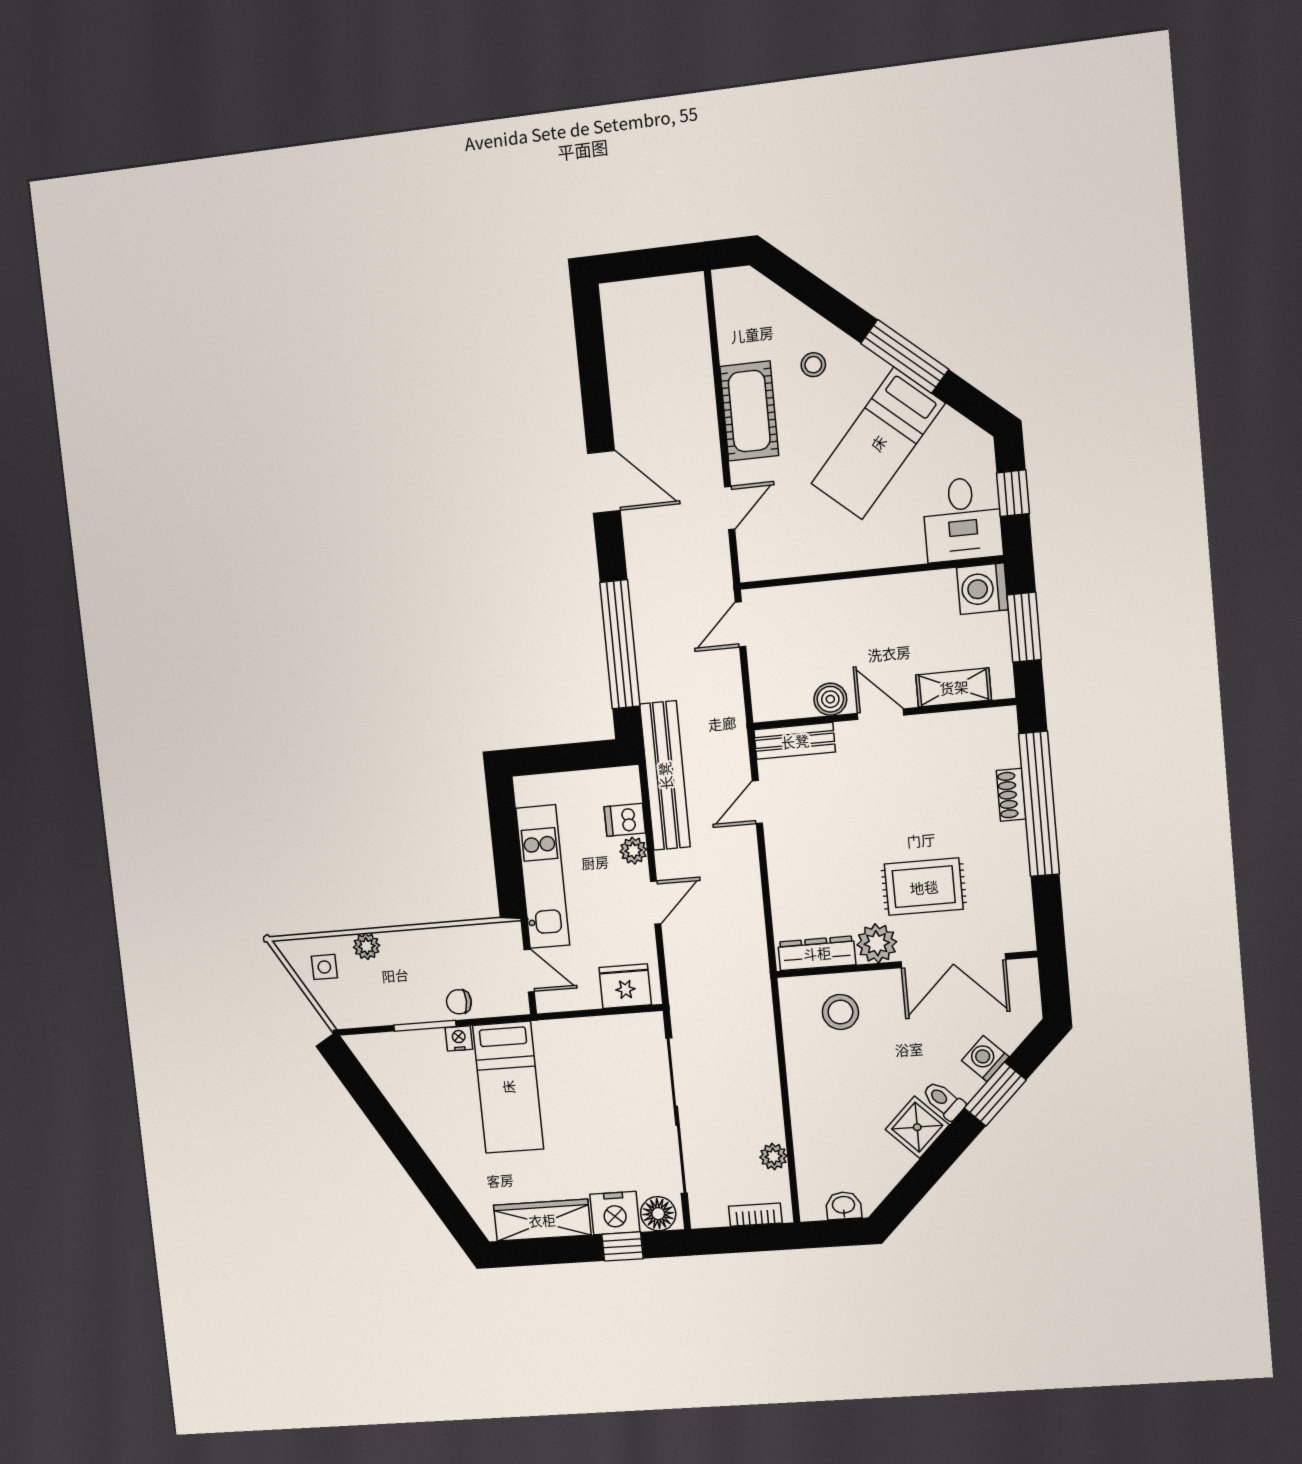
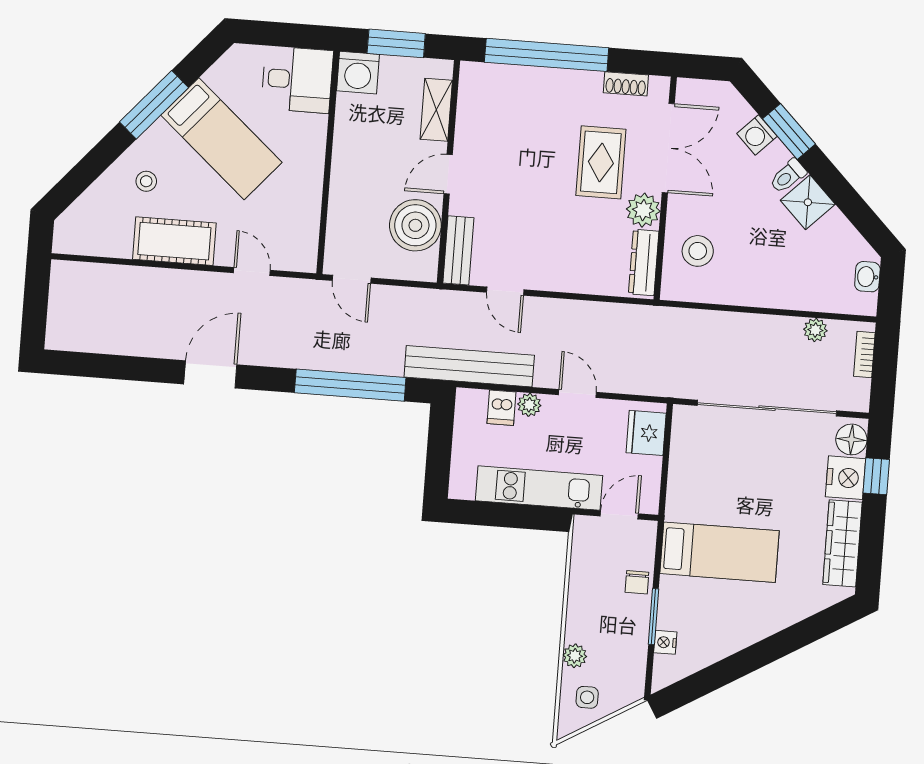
window: (1013, 493) -> (283, 35), removed
boiler: (830, 699) -> (415, 225), width x1.86, depth x1.86
shoe rack: (1011, 795) -> (626, 84), moved
nightstand: (459, 1038) -> (665, 642), moved

